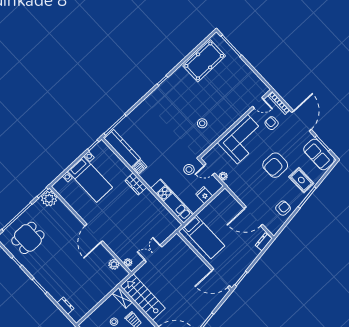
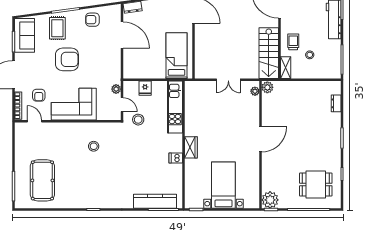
pool table: (204, 61) -> (42, 180), moved, turned 90
kitchen counter: (122, 148) -> (155, 201), moved, turned 90
plant: (114, 264) -> (267, 87), moved

